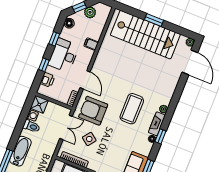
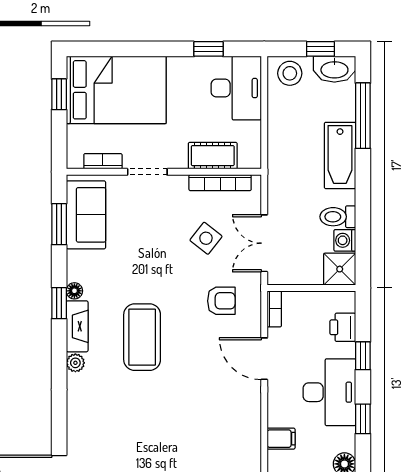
armchair: (93, 111) -> (221, 301), width x0.53, depth x0.53

